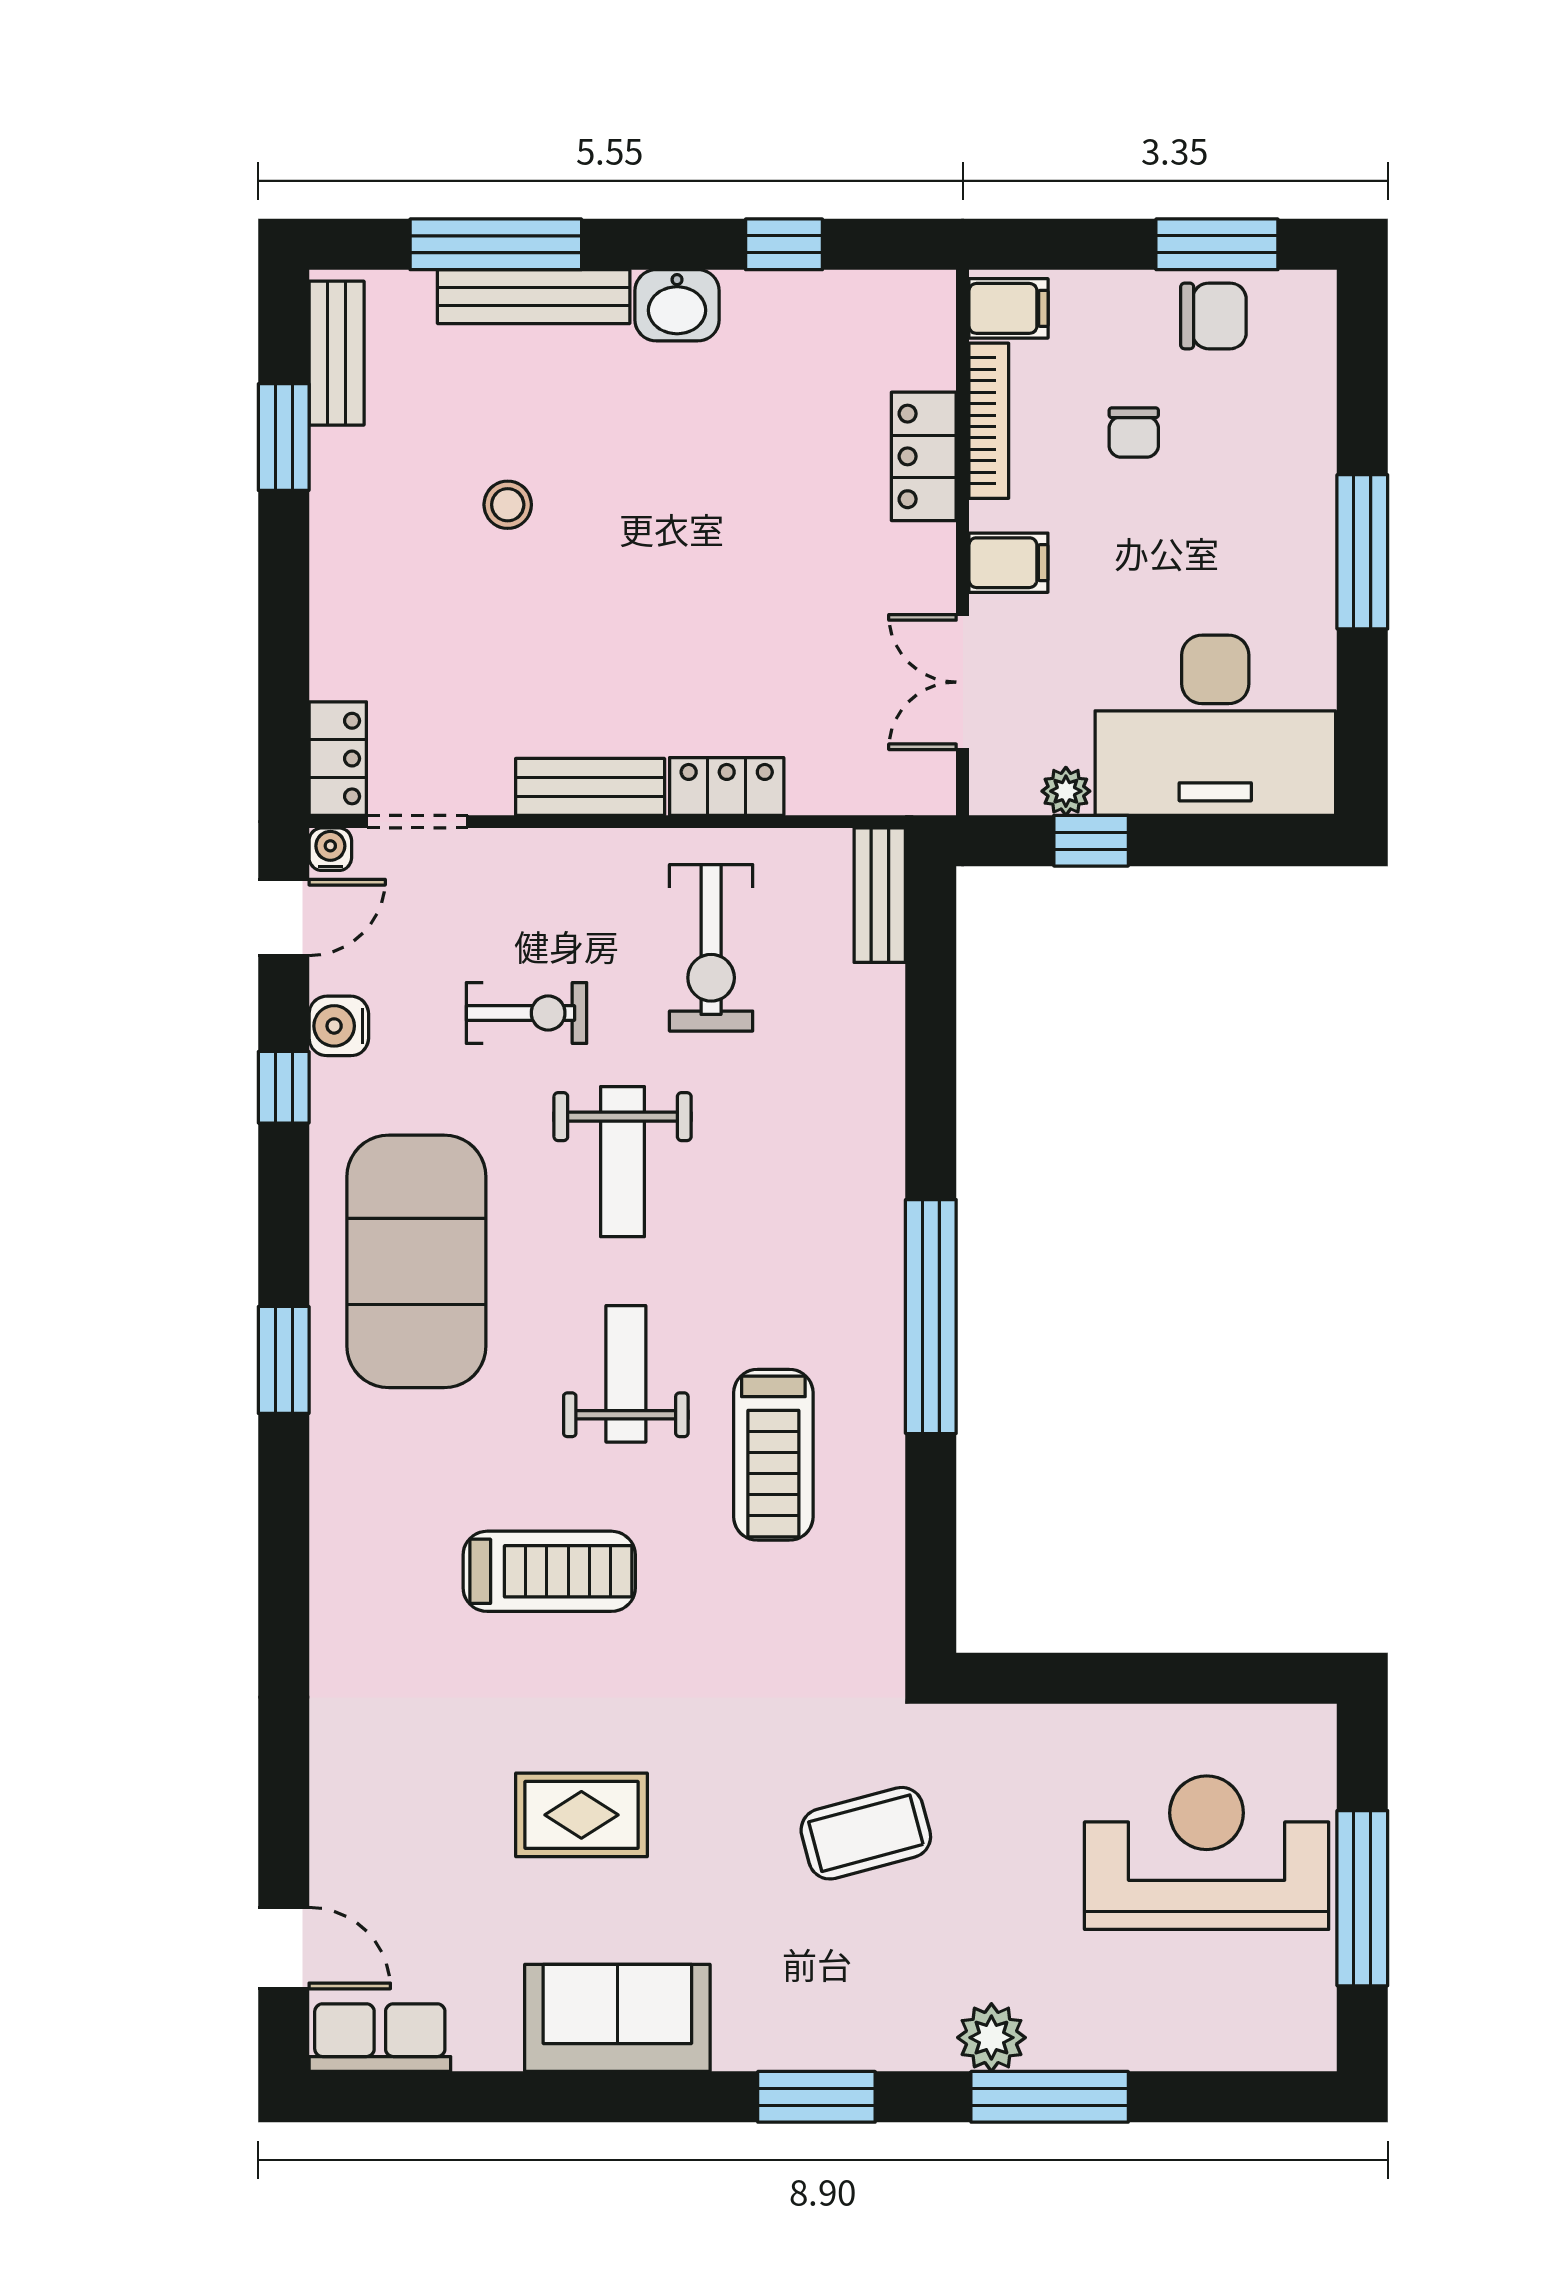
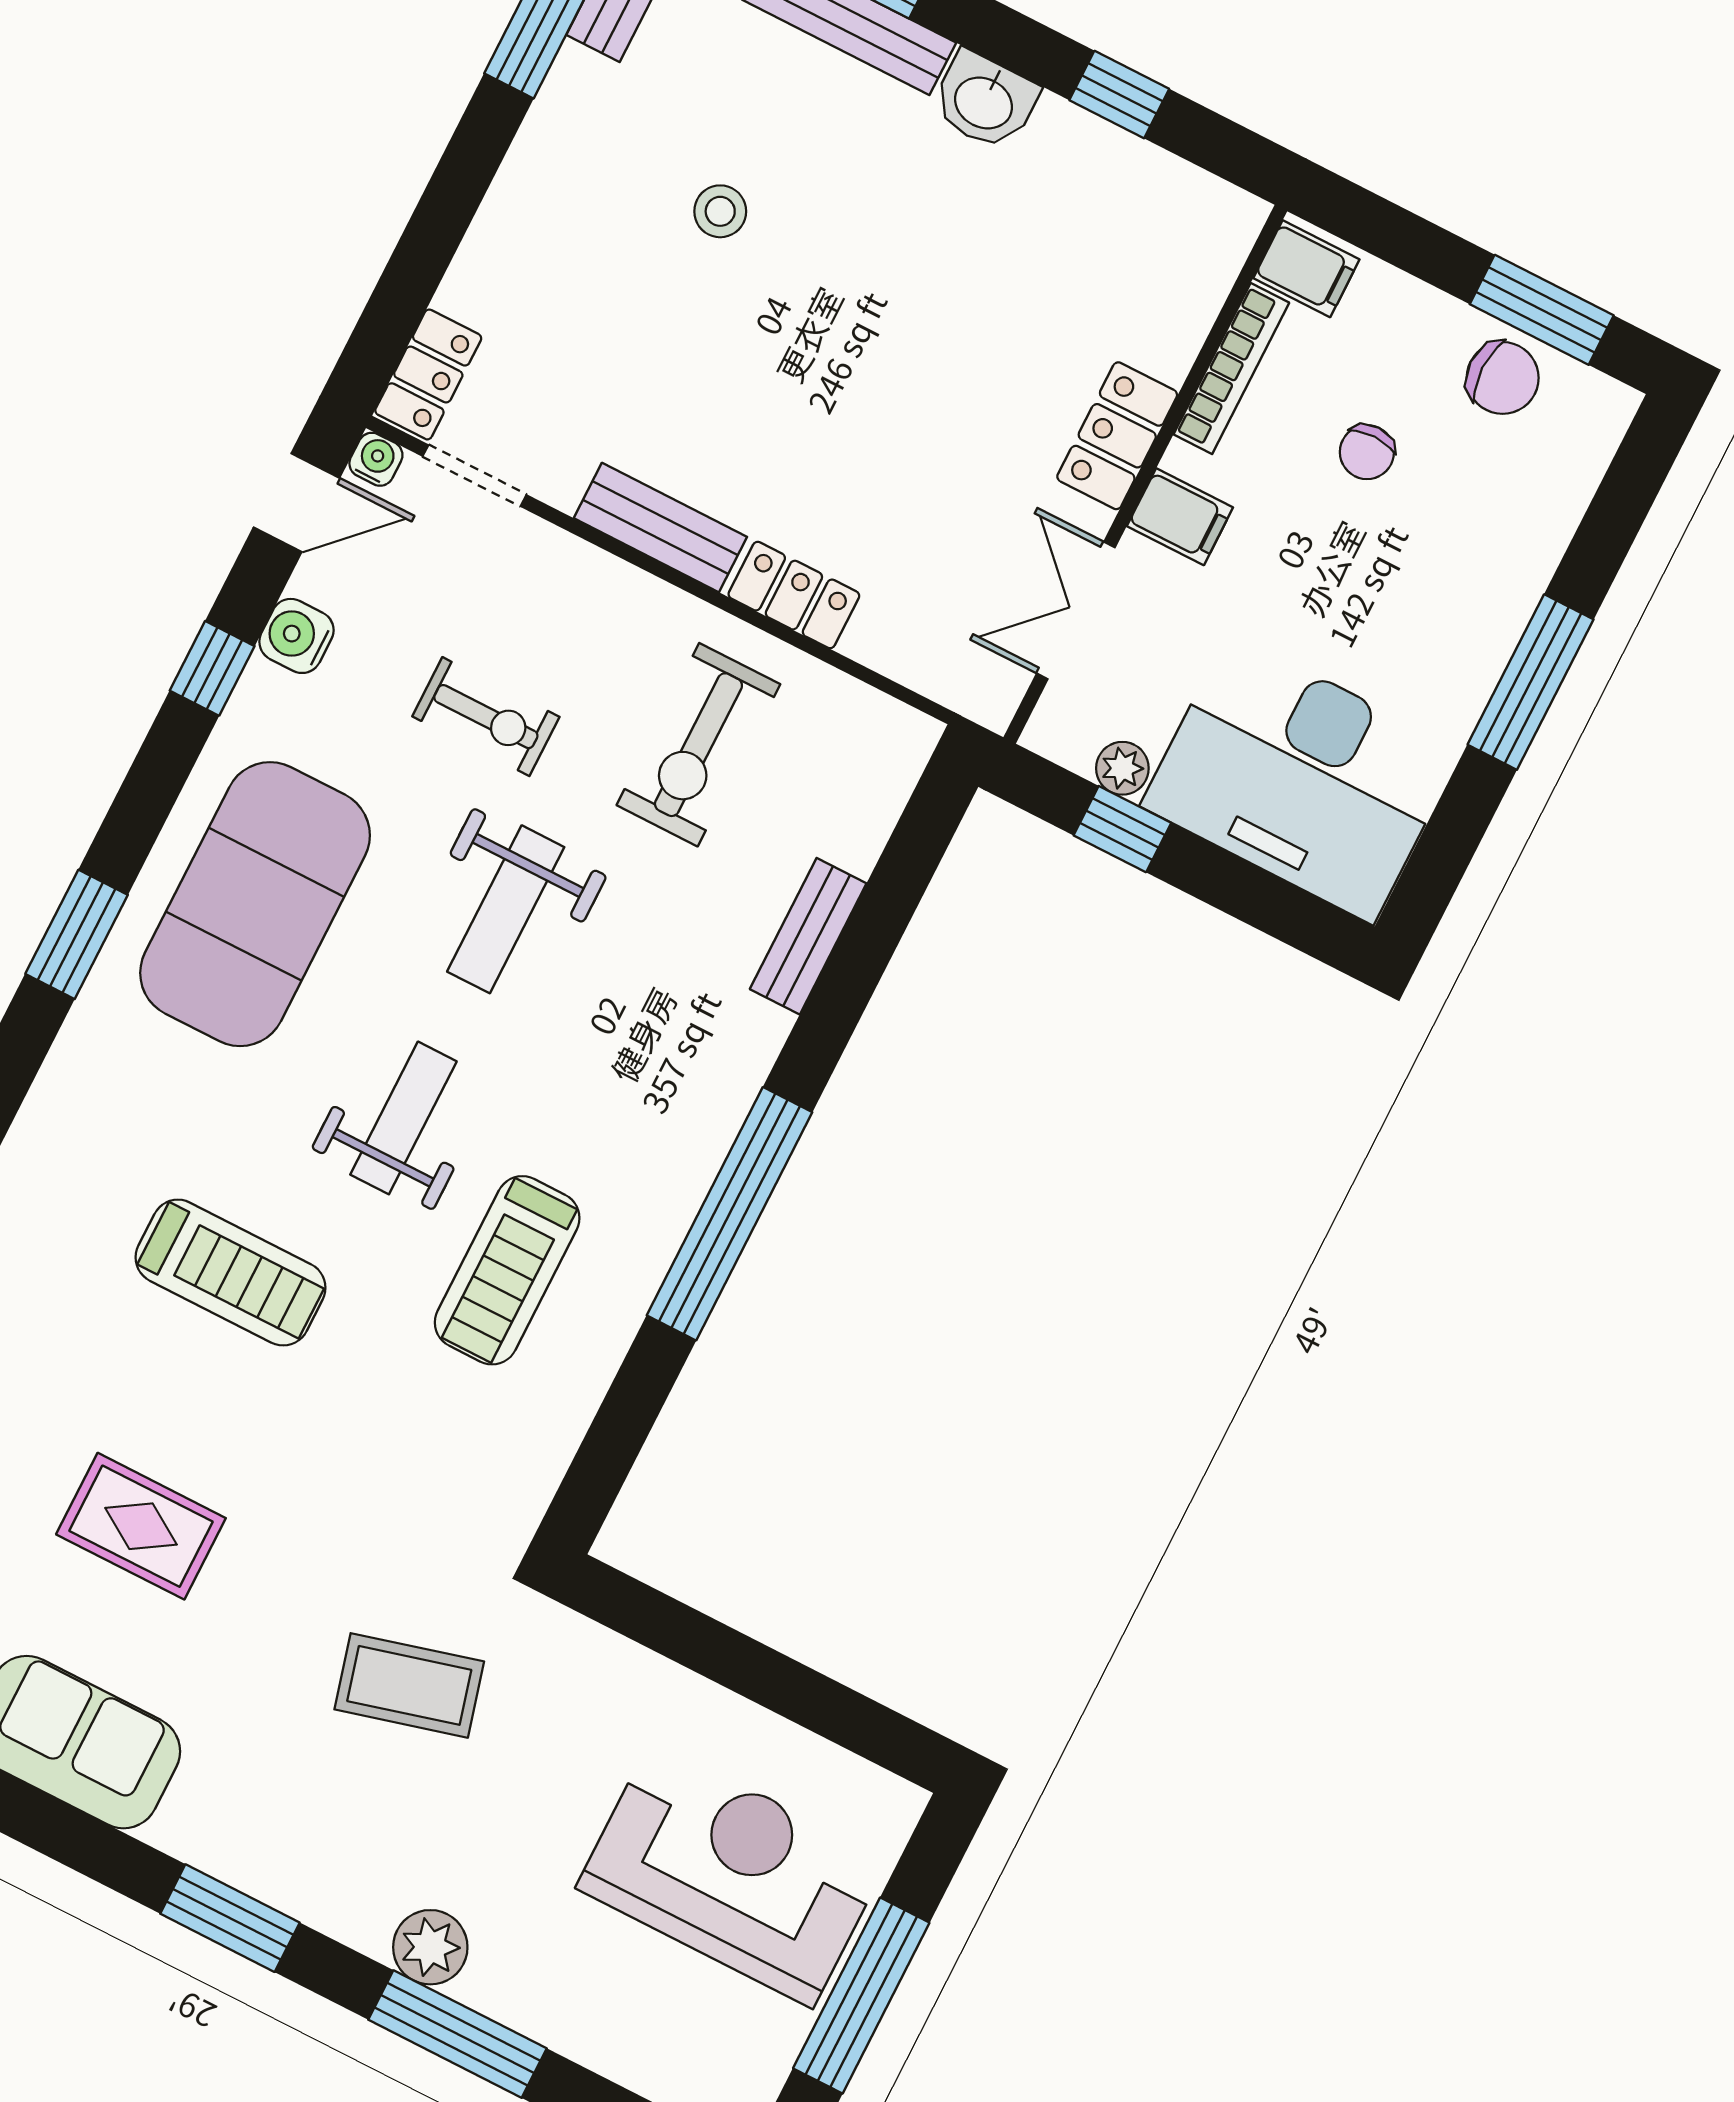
locker: (924, 456) -> (1117, 436), moved
bench: (880, 895) -> (808, 936), moved

